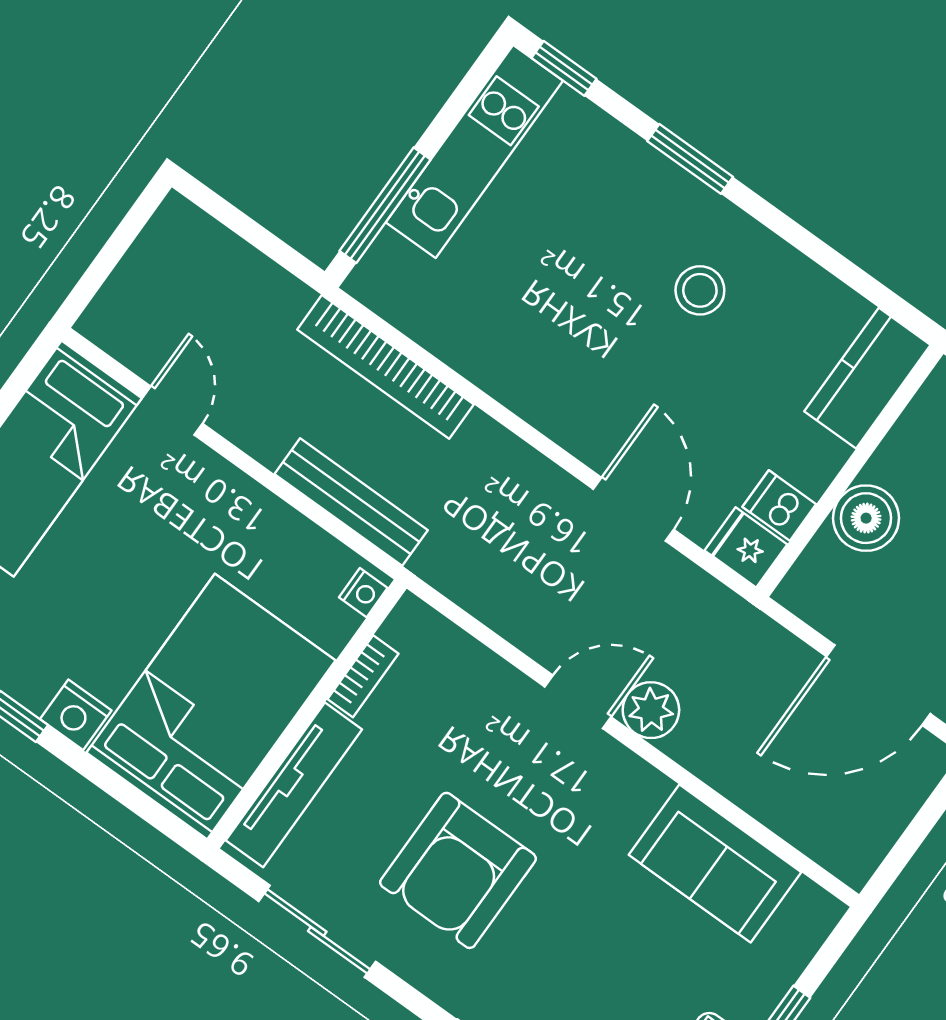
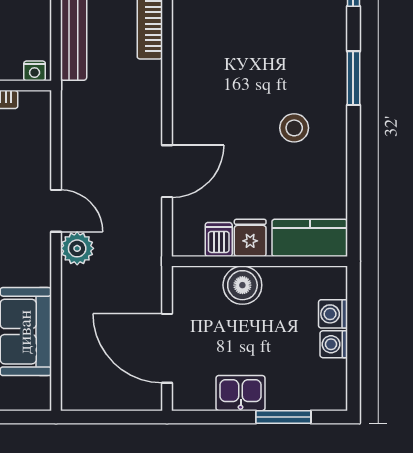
fridge: (746, 547) -> (250, 238), moved

